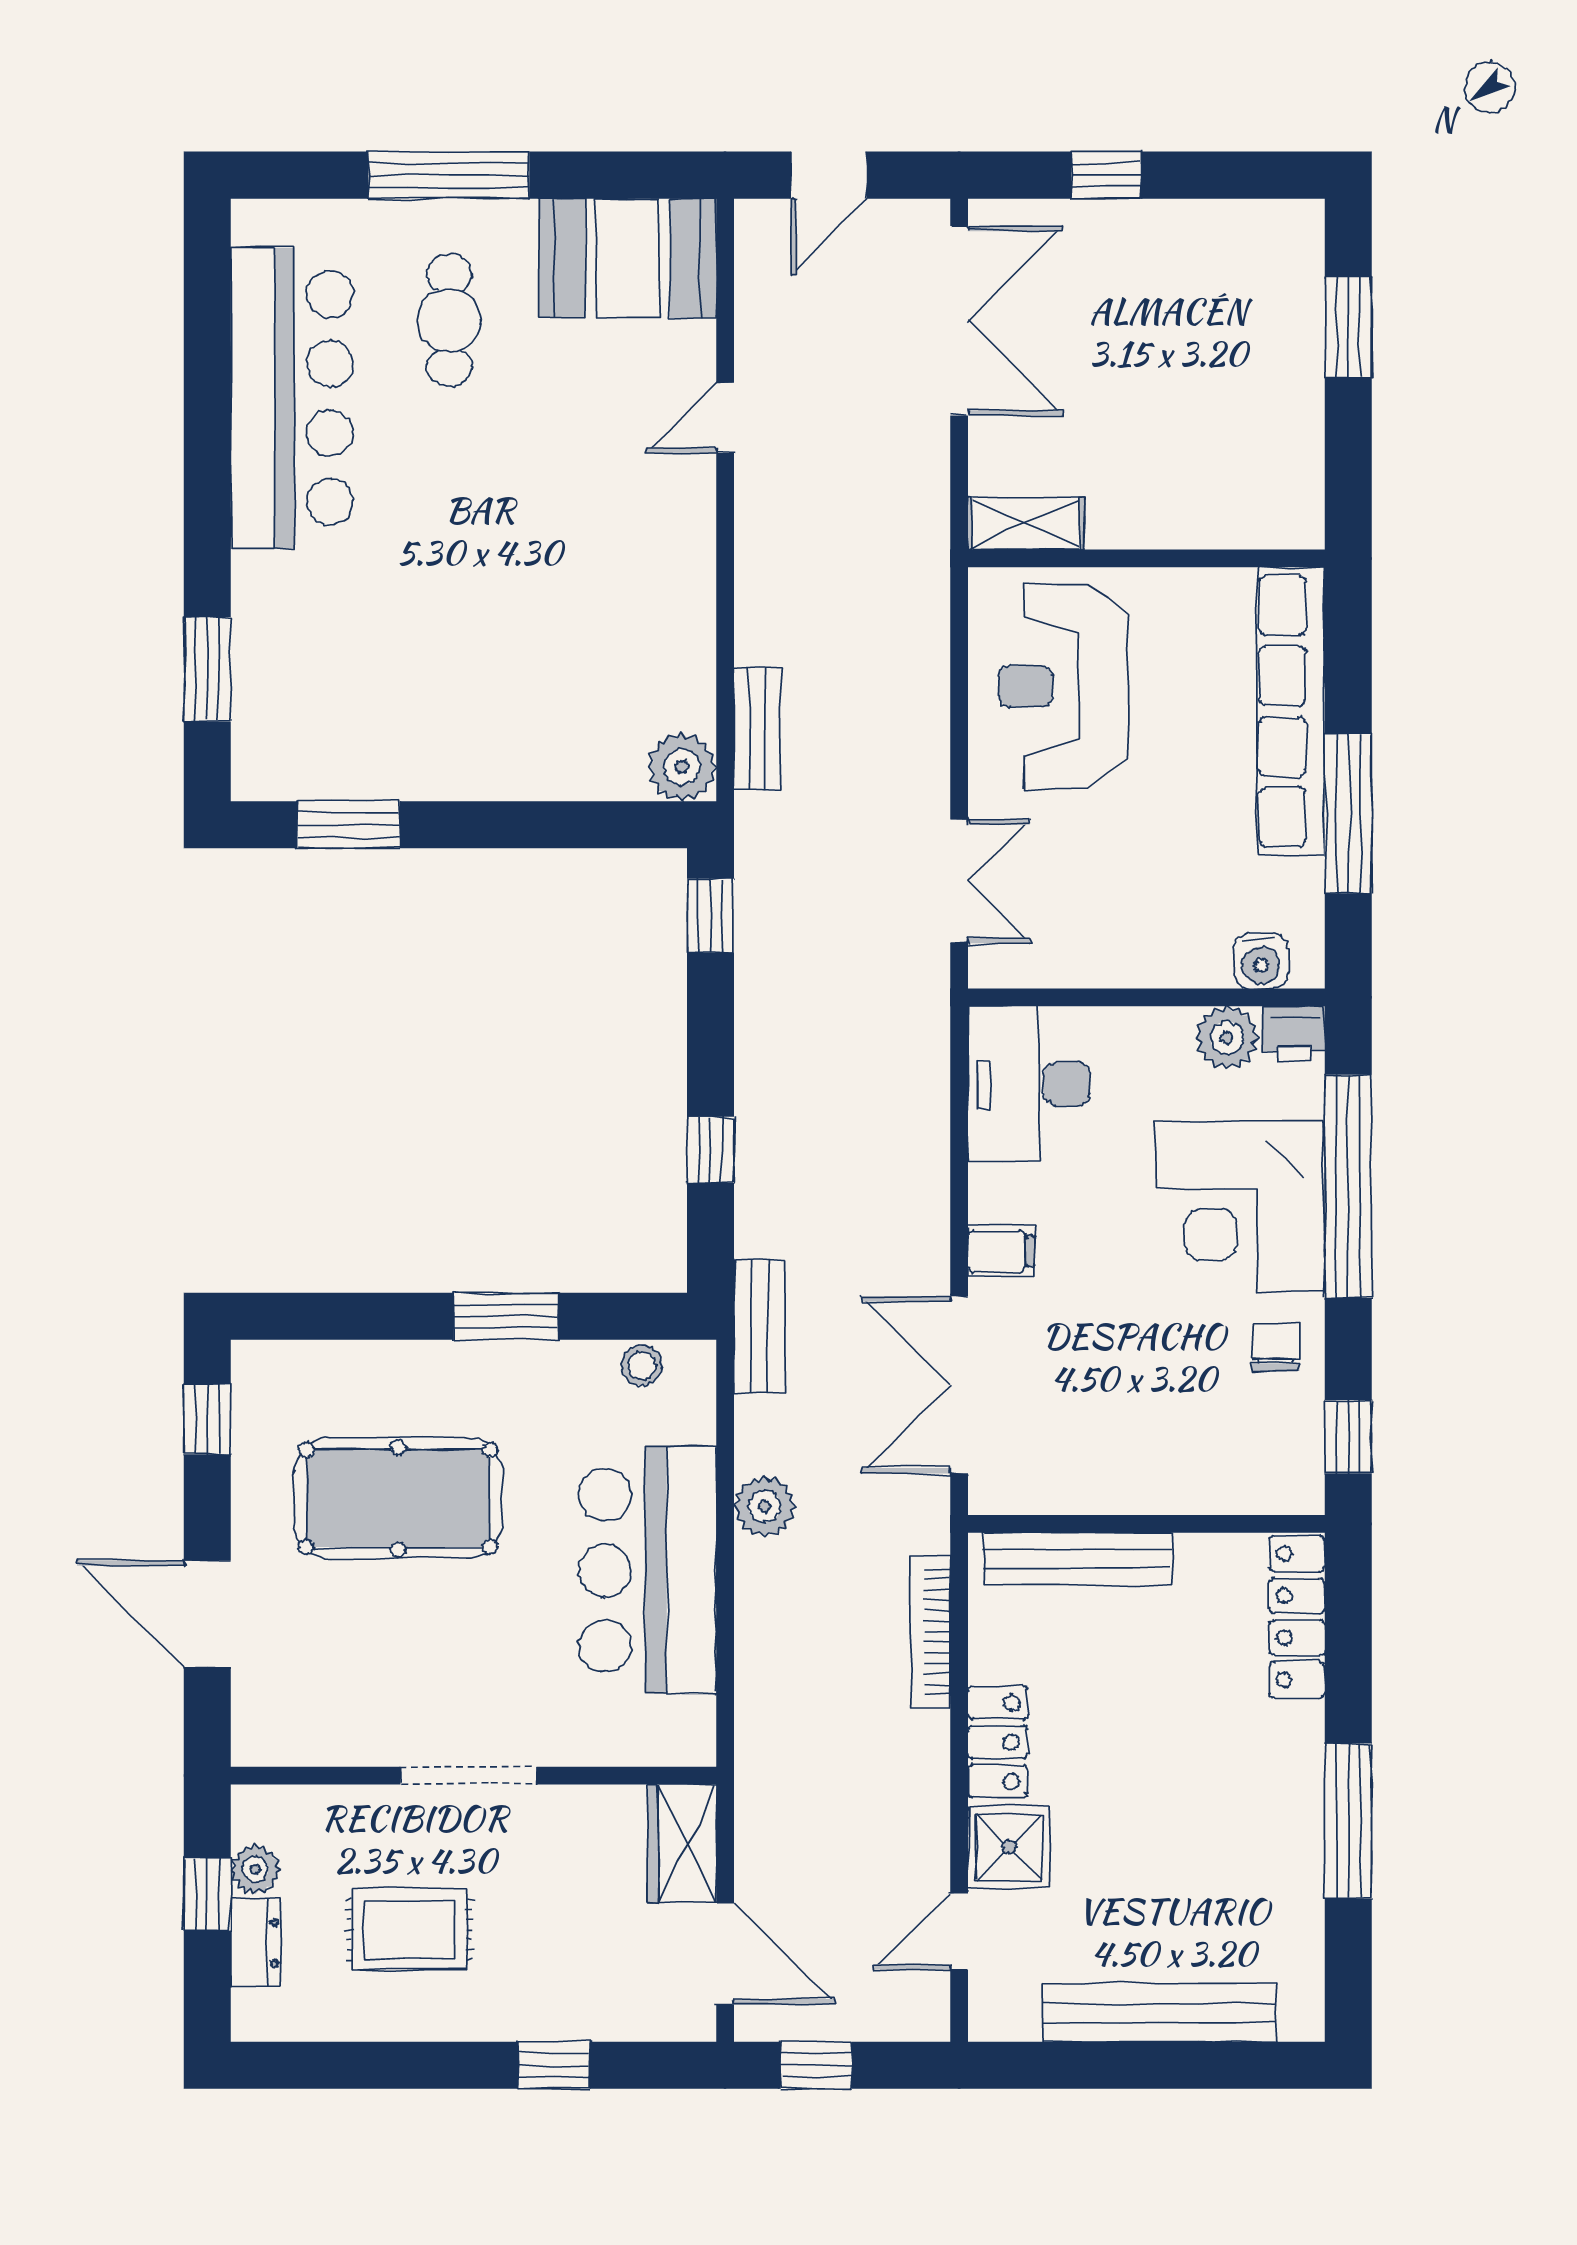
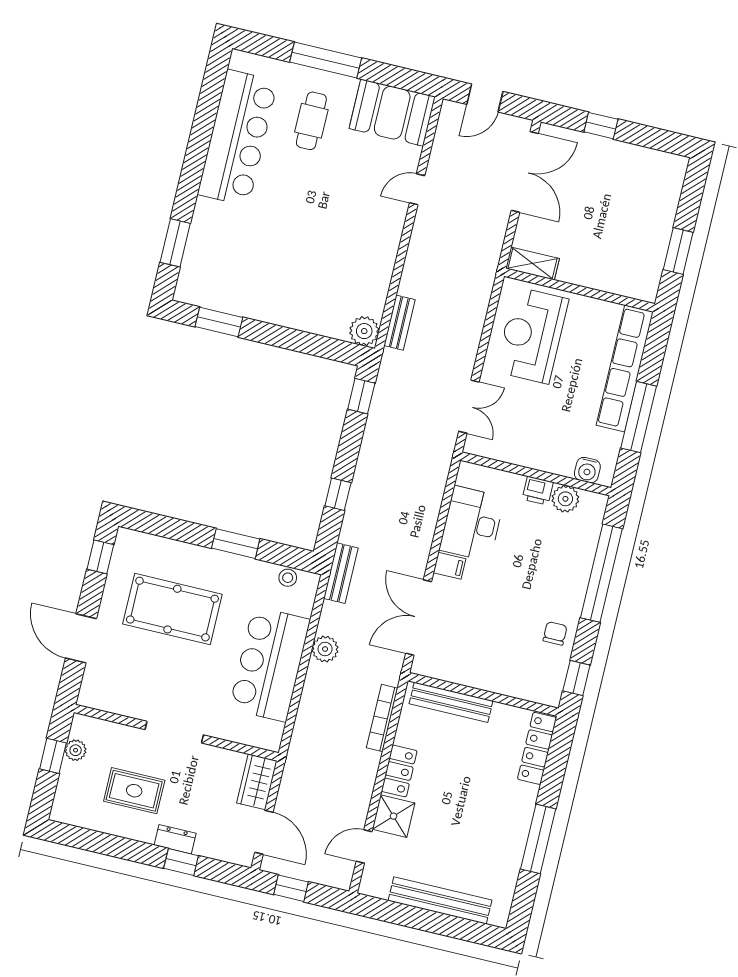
window: (1348, 327) -> (678, 251), moved
printer: (1294, 1034) -> (538, 491), moved
desk: (1029, 1084) -> (472, 524), moved
corner desk: (1240, 1206) -> (554, 570), removed
dresser: (255, 1943) -> (175, 839), moved, turned -90

